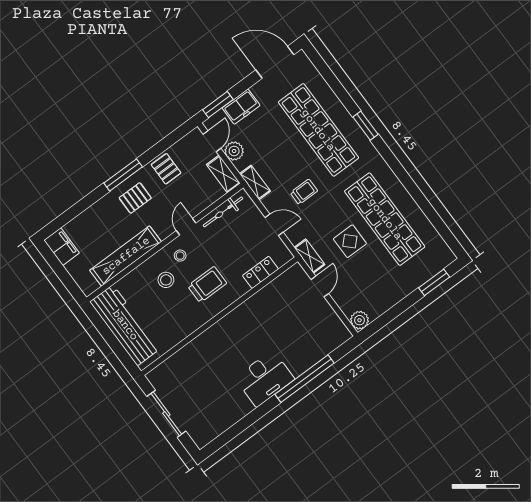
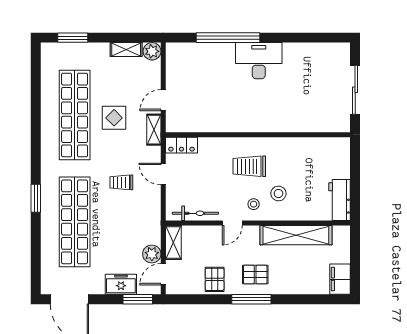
shelving: (255, 182) -> (126, 50), moved, turned 90
locker: (260, 272) -> (181, 145), moved
workbench: (125, 325) -> (340, 200), width x0.53, depth x0.76

